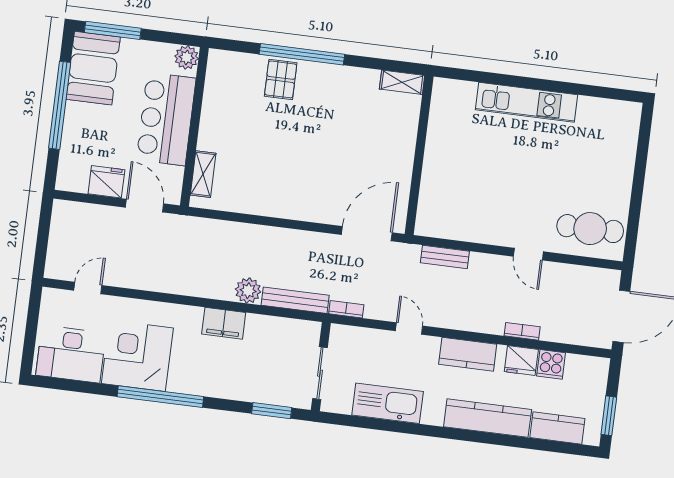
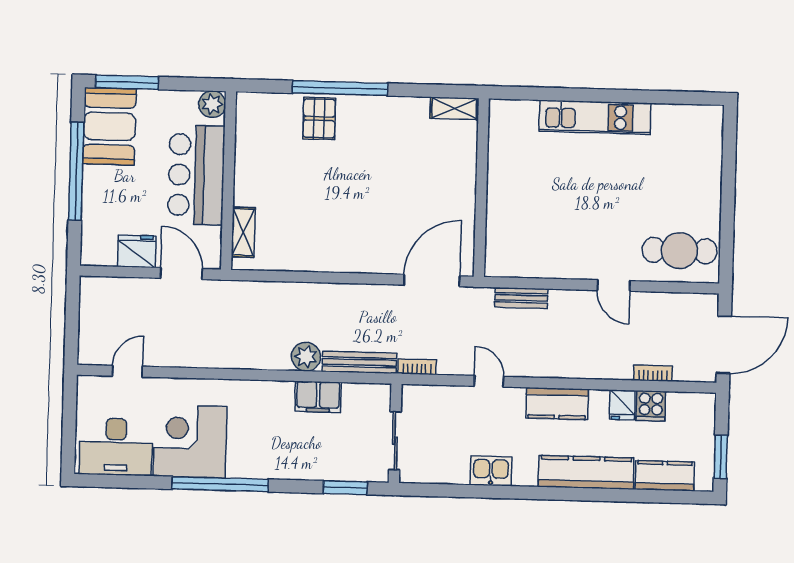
filing cabinet: (224, 323) -> (318, 397), moved
bookcase: (522, 331) -> (653, 373), moved
fridge: (521, 361) -> (622, 405), width x0.72
kitchen sink: (388, 403) -> (491, 471), width x0.53, depth x0.81

